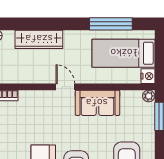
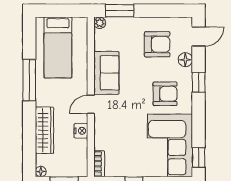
window: (111, 24) -> (29, 80), moved
nightstand: (148, 76) -> (81, 131), moved, turned 90

